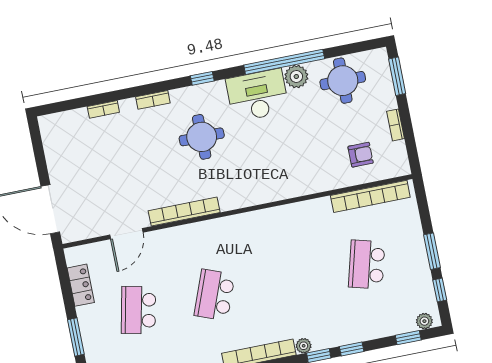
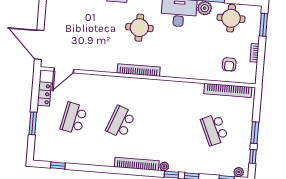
armchair: (361, 155) -> (229, 64), turned 90
bookcase: (184, 212) -> (139, 70), moved
door: (126, 234) -> (64, 70), moved
school desk: (367, 264) -> (214, 129), turned -39

